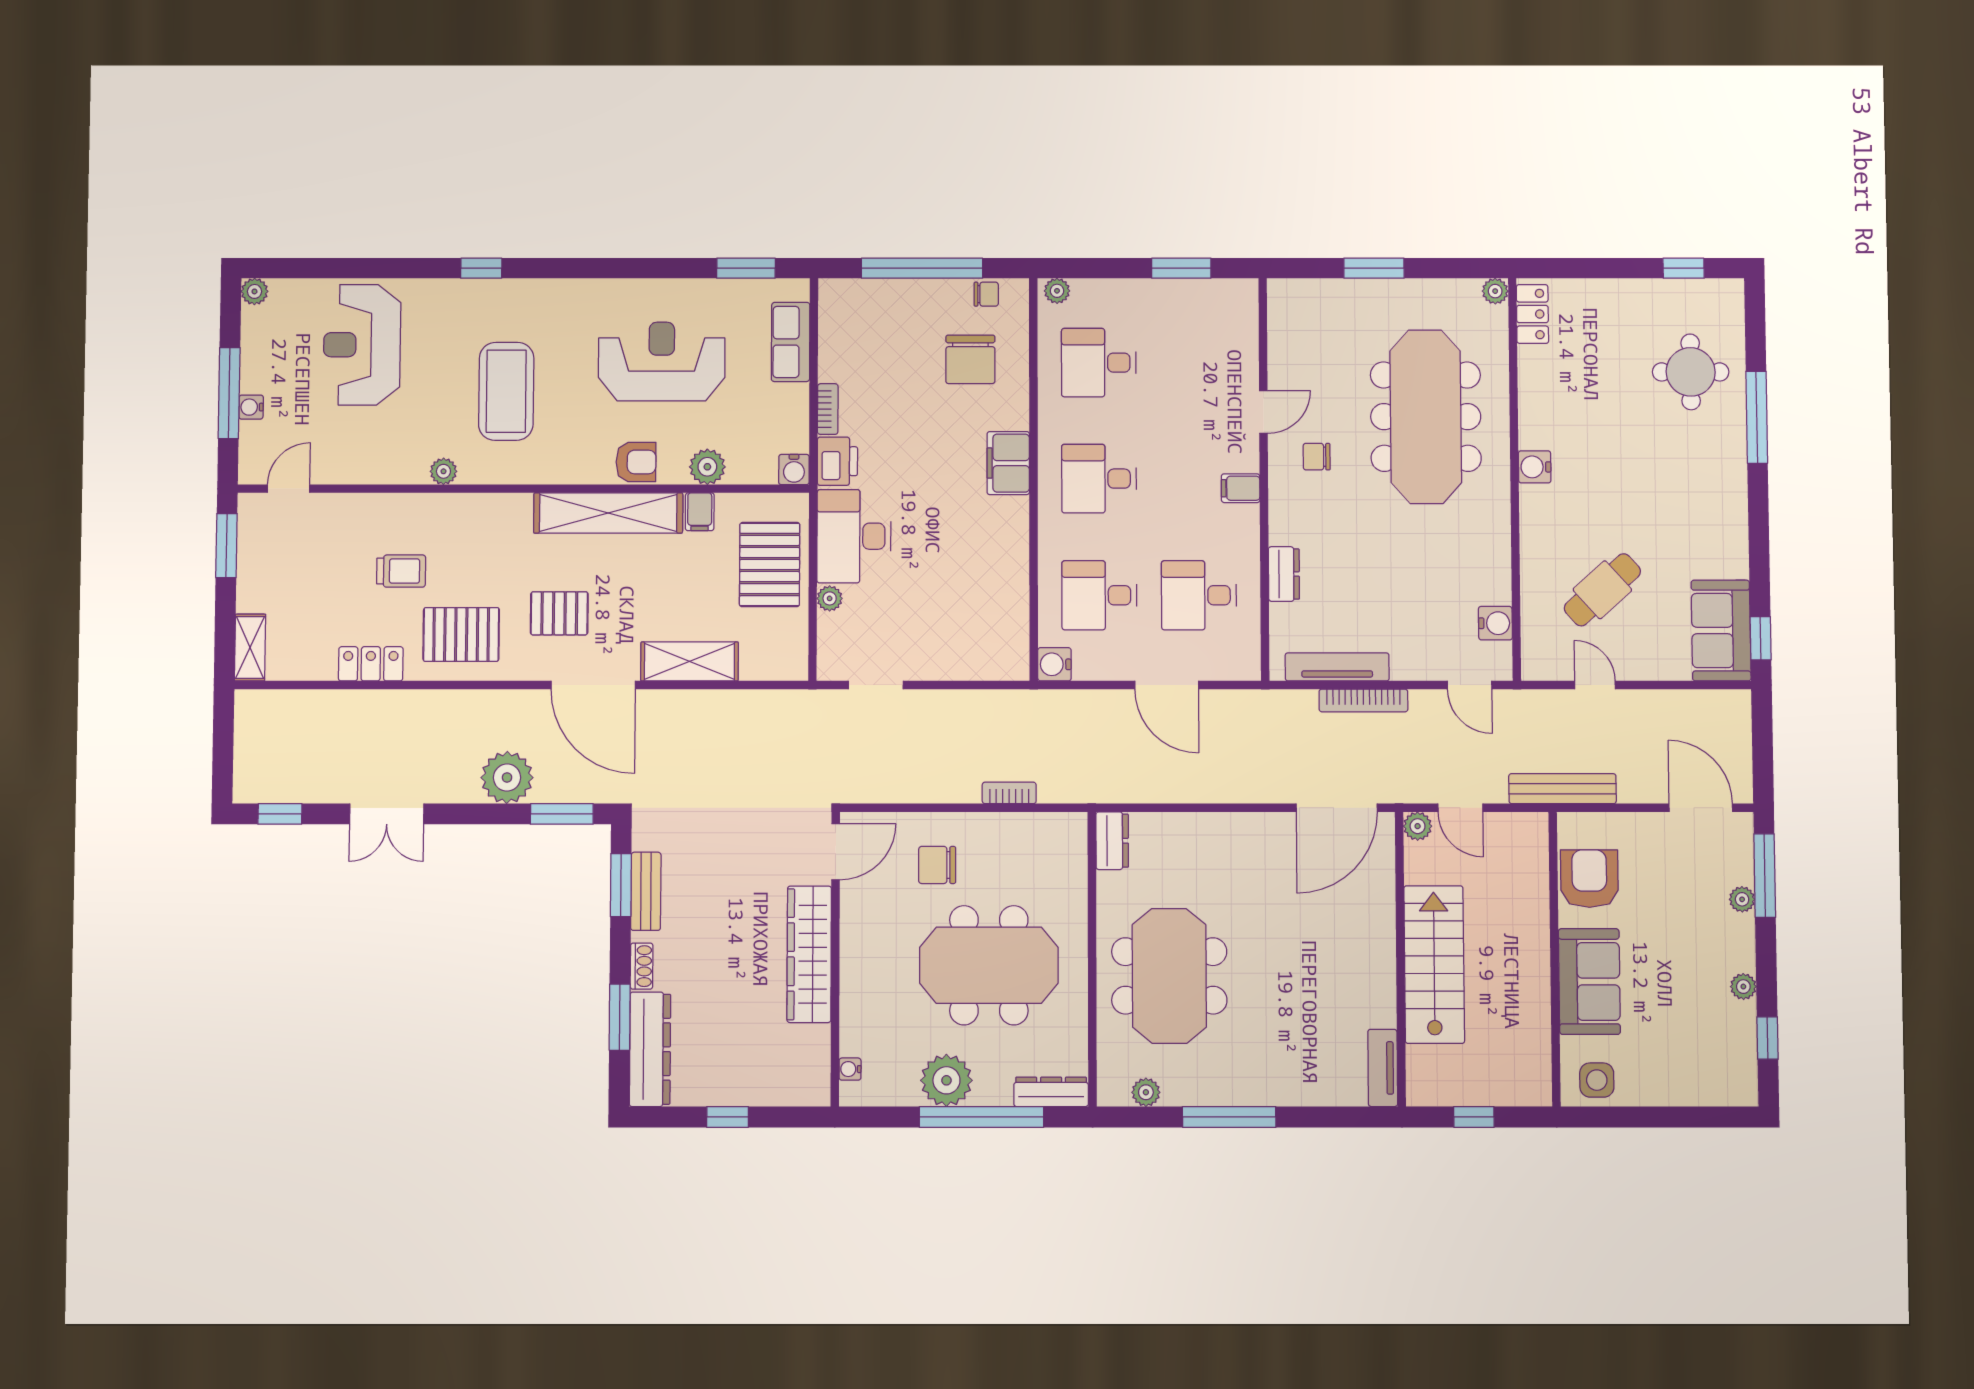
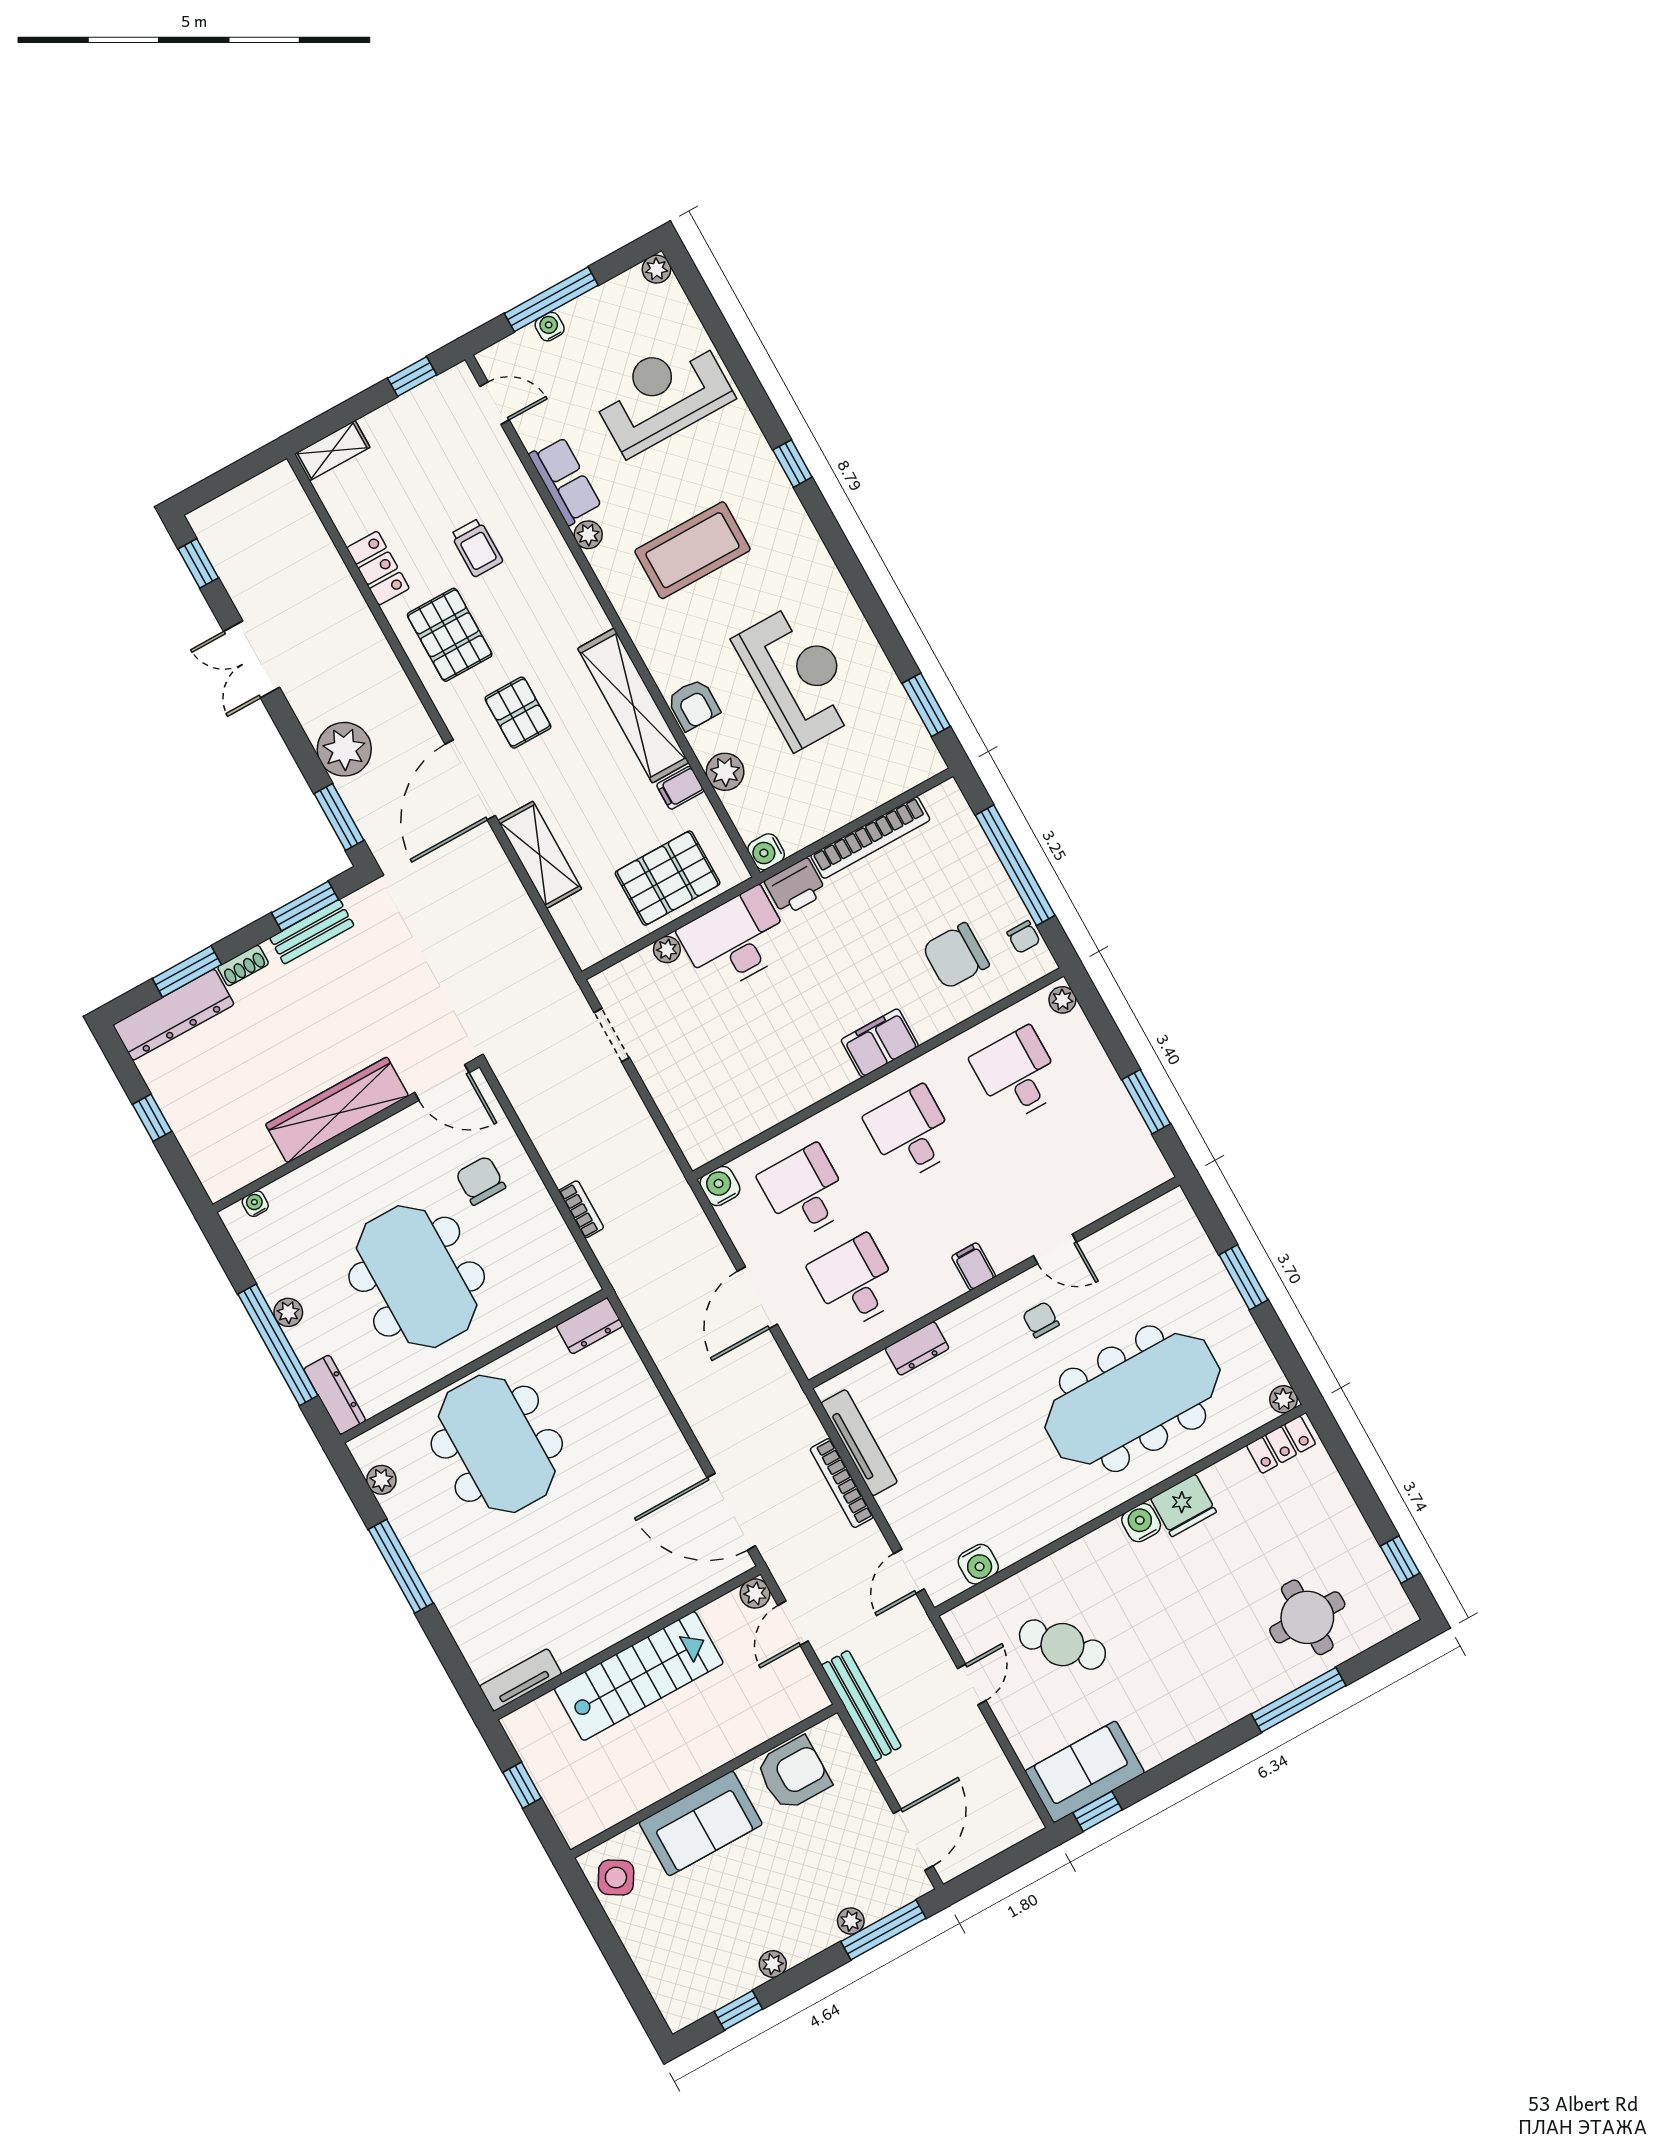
row of seats: (791, 342) -> (565, 481), moved, turned 90
bookcase: (828, 409) -> (870, 838), width x2.31, depth x1.31
fridge: (1539, 423) -> (1183, 1505), added
window: (226, 546) -> (412, 376), width x0.67
meeting table: (1169, 976) -> (497, 1444), turned 90
plant: (946, 1080) -> (288, 1312), width x0.53, depth x0.53
side table: (1597, 1080) -> (616, 1878), turned 31

